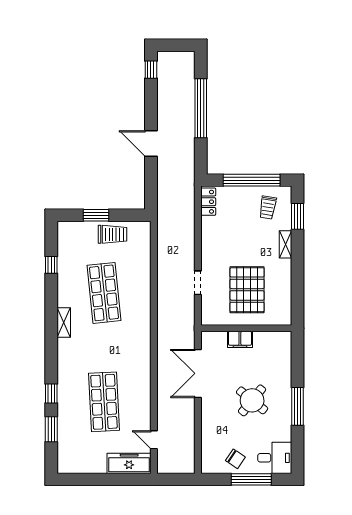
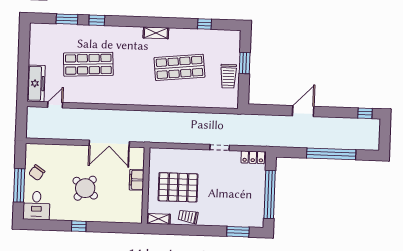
trolley: (268, 207) -> (188, 217), moved
shelving: (286, 244) -> (158, 219), moved
doorway: (198, 283) -> (220, 147), moved
double door: (198, 373) -> (109, 144), swing flipped
window: (298, 406) -> (79, 226), width x0.46

